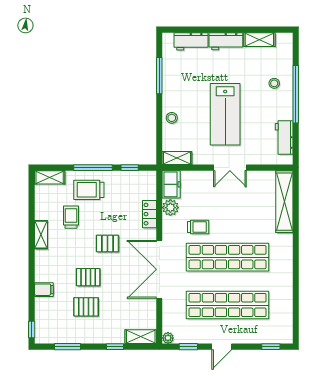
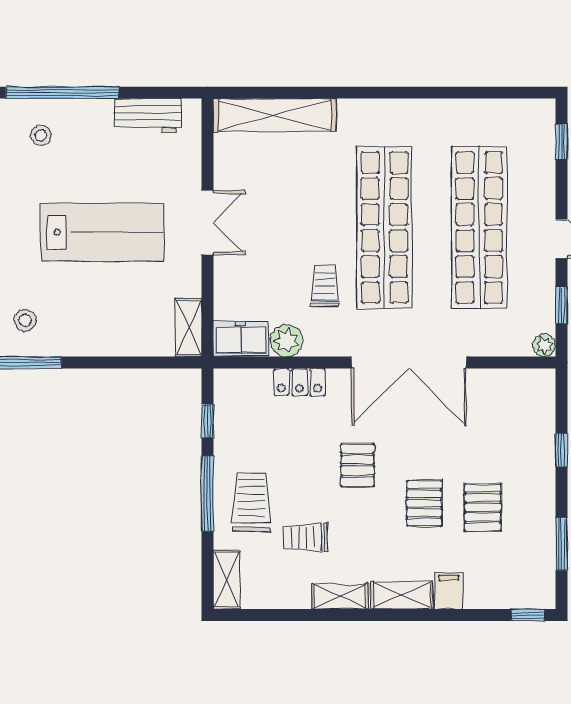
stool: (172, 118) -> (25, 320), moved
trolley: (89, 190) -> (251, 502), turned 180
shelving: (141, 337) -> (402, 595), moved, turned 90

